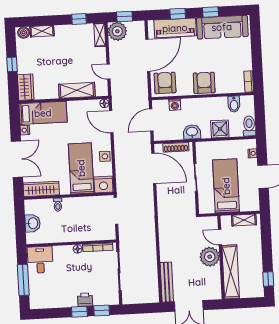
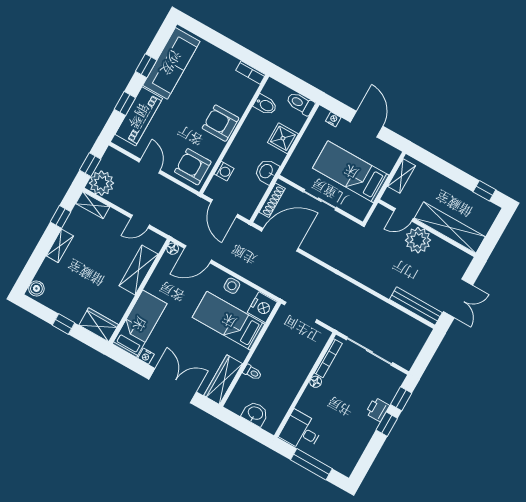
shelving: (42, 31) -> (60, 246), moved
door: (148, 55) -> (150, 166), width x0.53

